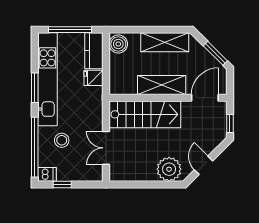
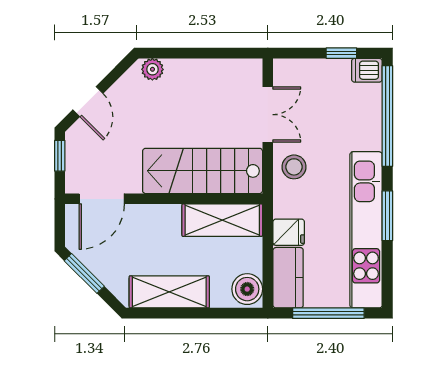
shelving: (162, 85) -> (222, 220), moved
stool: (62, 140) -> (294, 167), moved
door: (203, 165) -> (88, 102), moved
plant: (169, 169) -> (152, 69), width x0.53, depth x0.53

